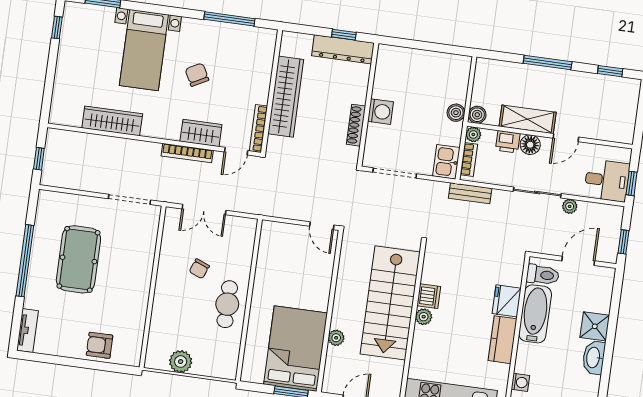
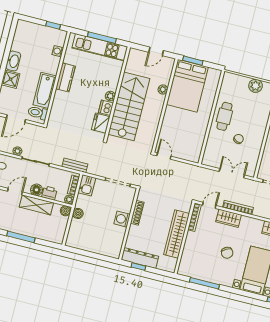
fridge: (507, 301) -> (101, 123), moved, turned 180

